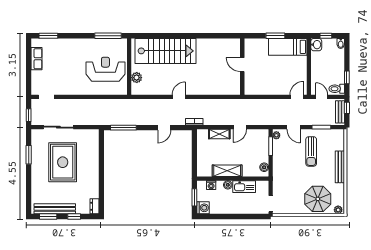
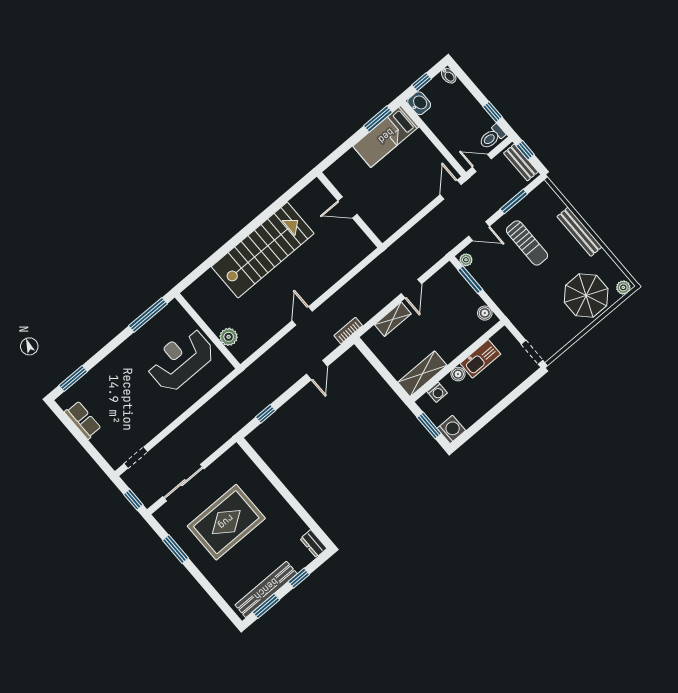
window: (275, 36) -> (378, 119), moved
stairs: (166, 51) -> (263, 250), moved
window: (123, 128) -> (266, 414), width x0.46
rug: (63, 162) -> (226, 522), turned 90
shelving: (227, 171) -> (422, 374), moved

